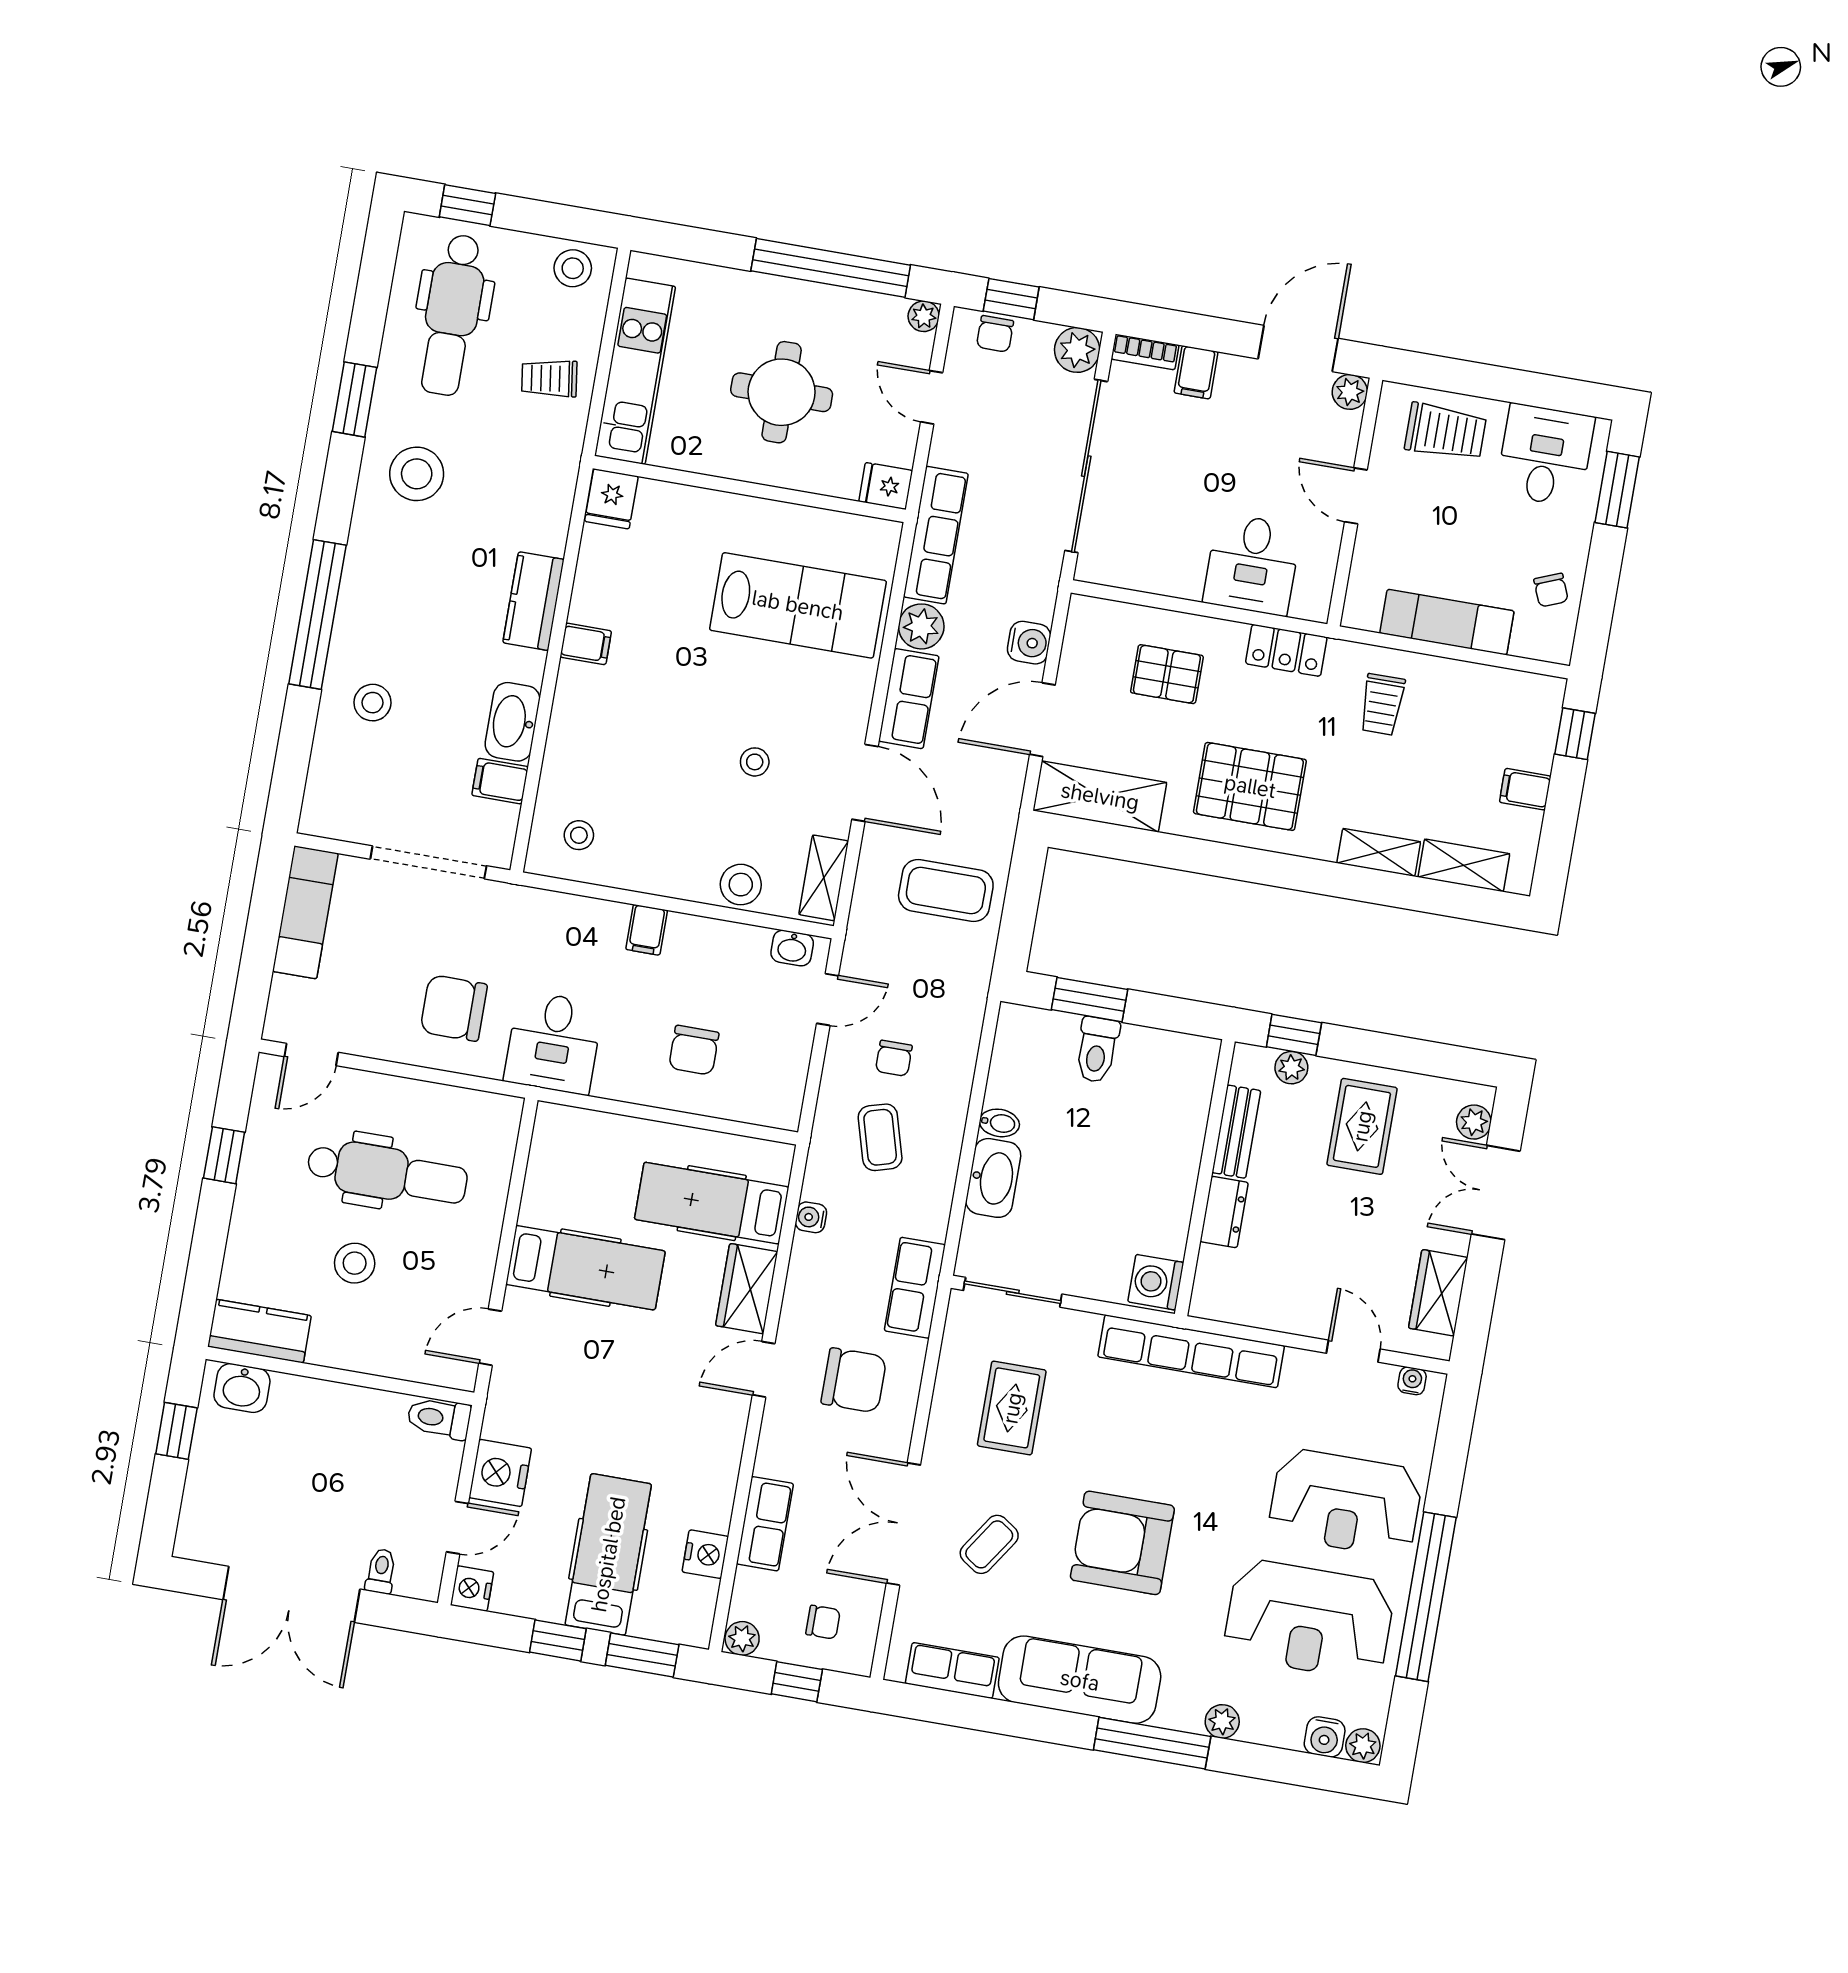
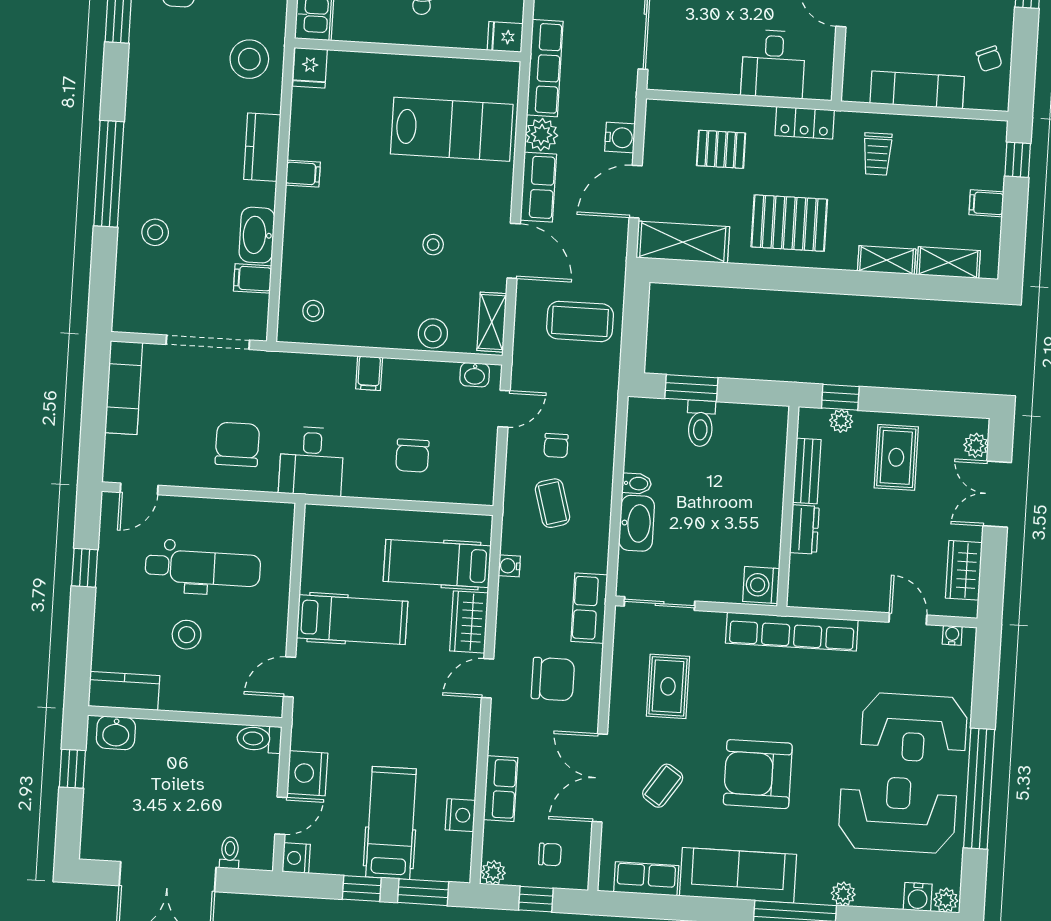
stool: (417, 474) -> (249, 59), moved
chair: (454, 1008) -> (237, 444), turned 90
reception desk: (1309, 1620) -> (897, 814), turned 180

